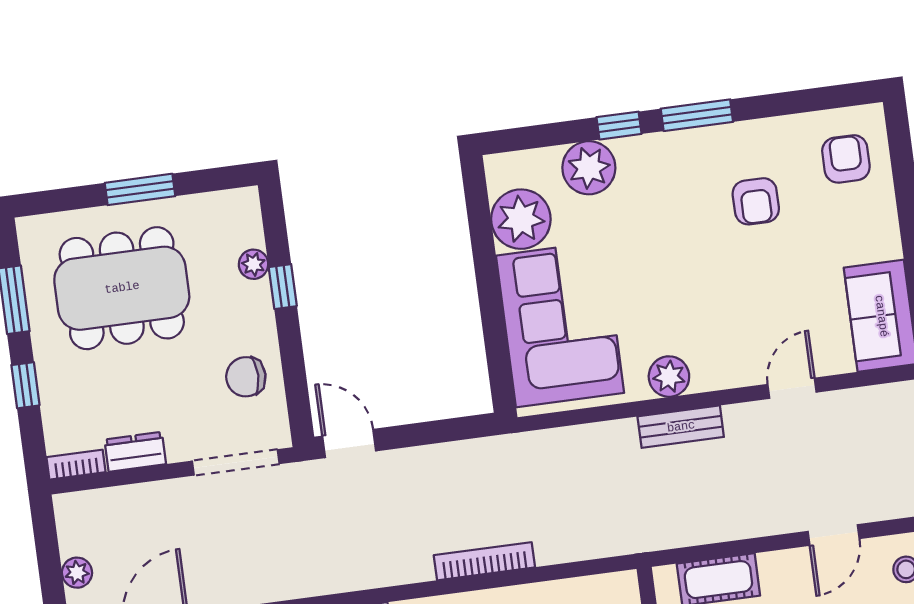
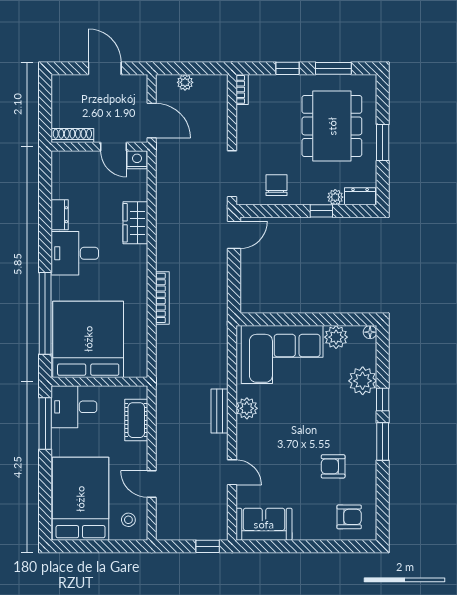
floor lamp: (496, 166) -> (370, 332), added
plant: (521, 219) -> (336, 337), width x0.73, depth x0.73
dresser: (135, 452) -> (360, 196), moved, turned -90

